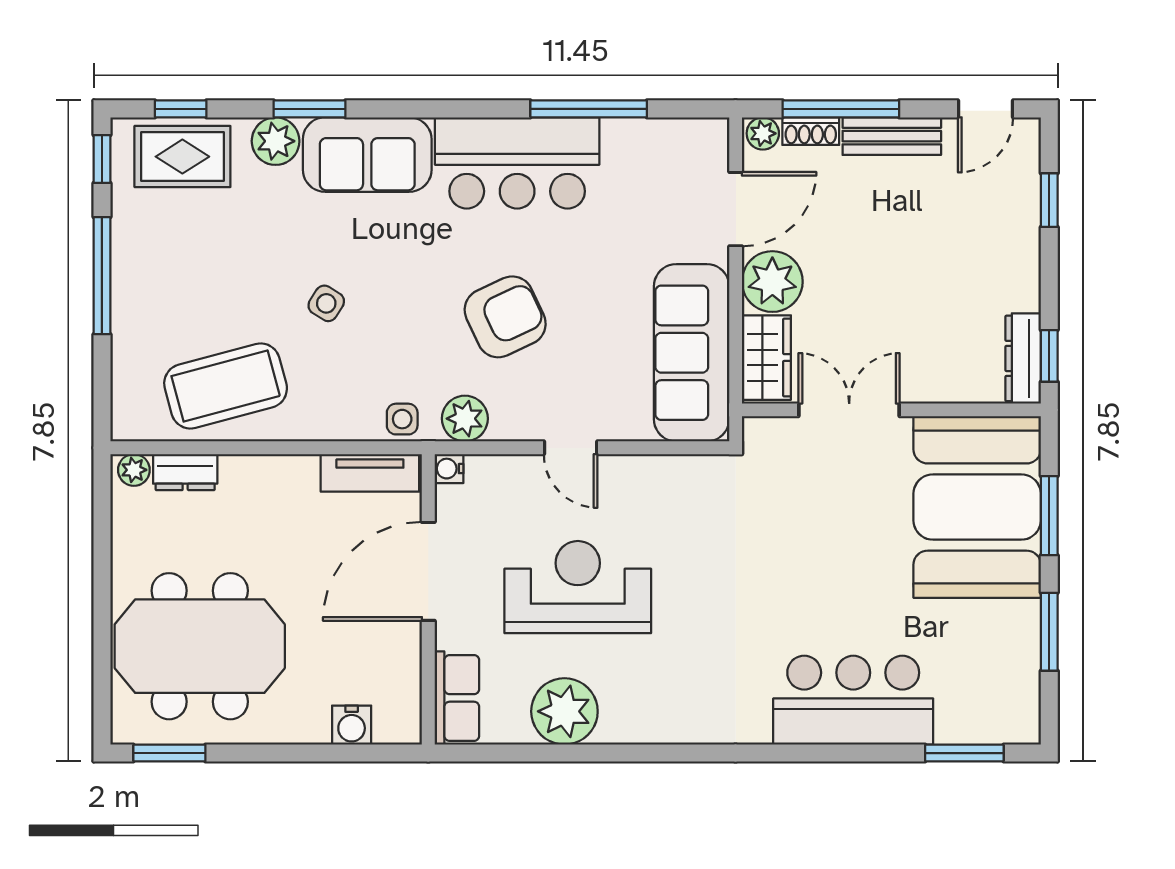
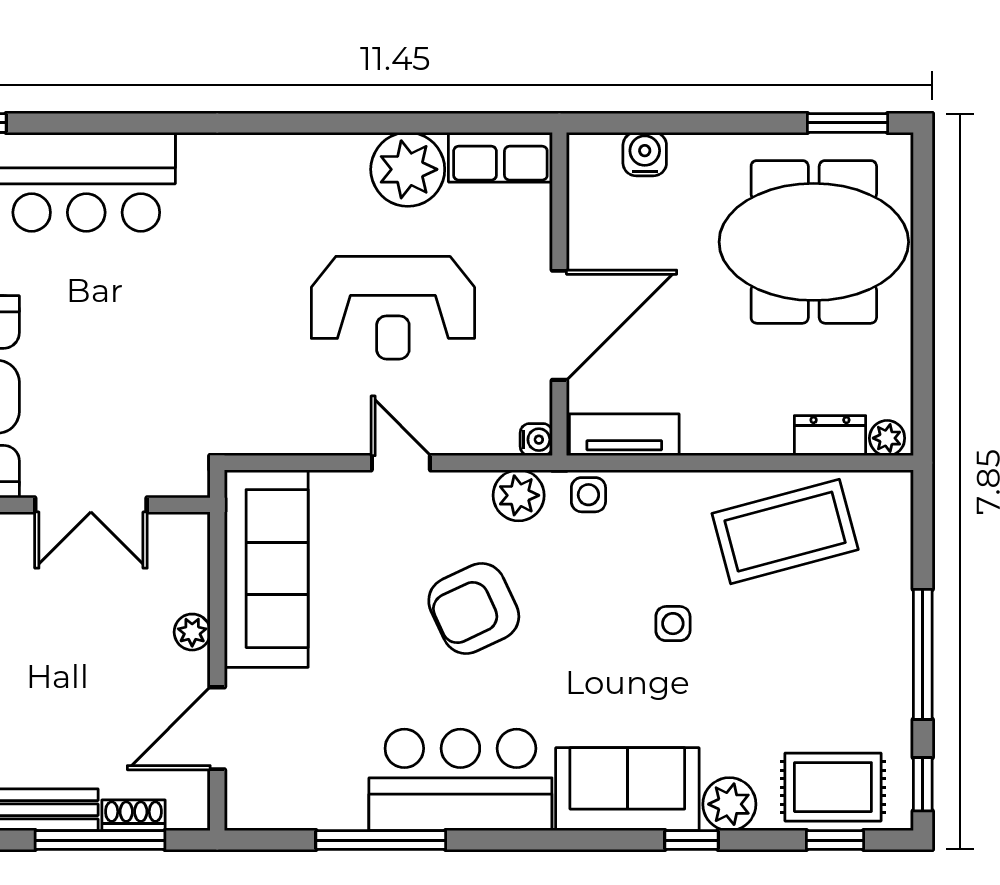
window: (310, 109) -> (691, 840), width x0.67
plant: (763, 133) -> (187, 813), removed
plant: (772, 282) -> (192, 632), width x0.53, depth x0.53
side table: (326, 303) -> (673, 624), turned -32
wardrobe: (766, 358) -> (183, 563), removed
row of seats: (457, 698) -> (500, 157), moved, turned -90

